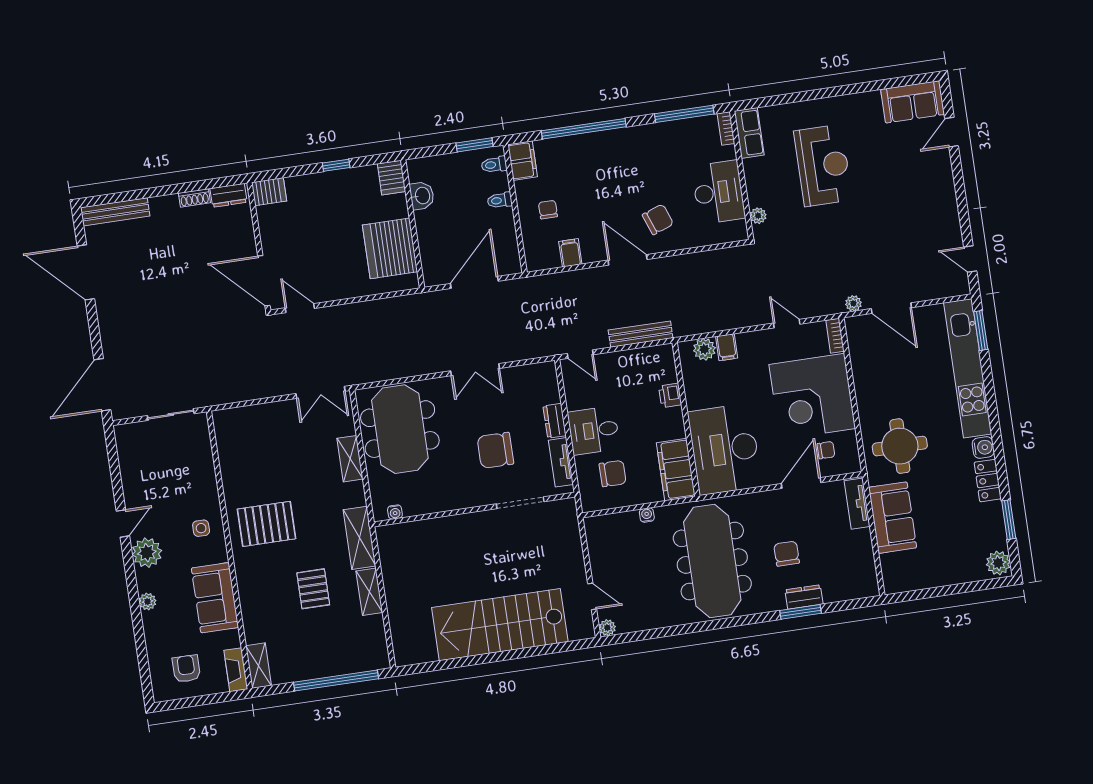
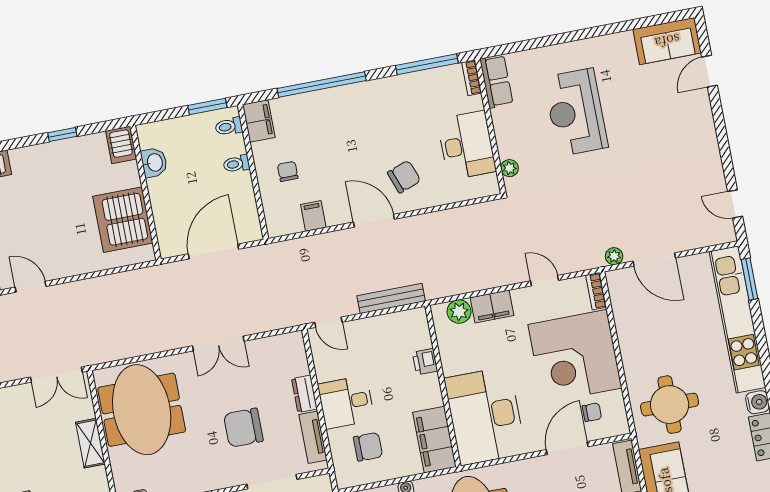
reception desk: (823, 165) -> (576, 112), turned 180
filing cabinet: (727, 347) -> (492, 306), width x2.00

